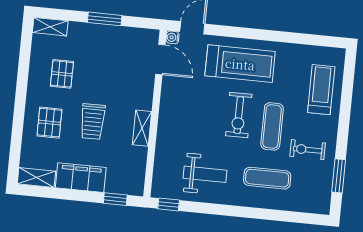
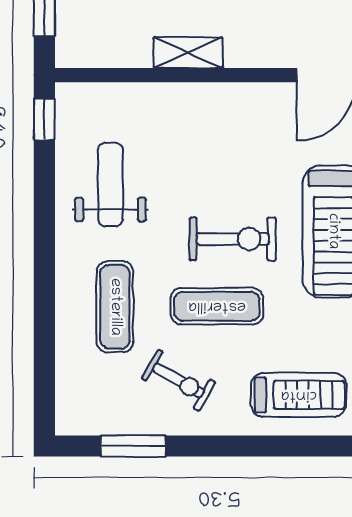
exercise bike: (239, 115) -> (233, 239), turned 180
exercise bike: (308, 150) -> (179, 380), turned 120
weight bench: (205, 174) -> (110, 184), turned 180

